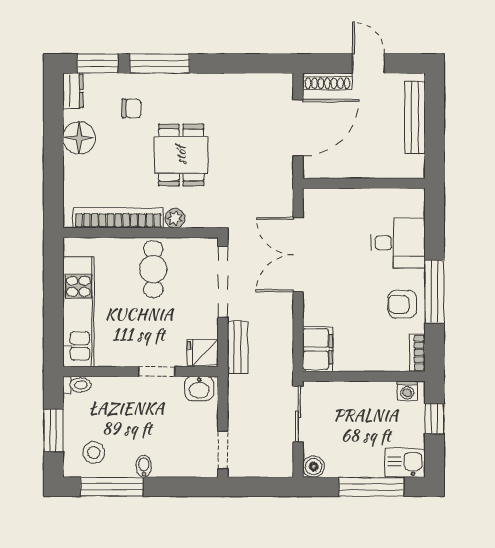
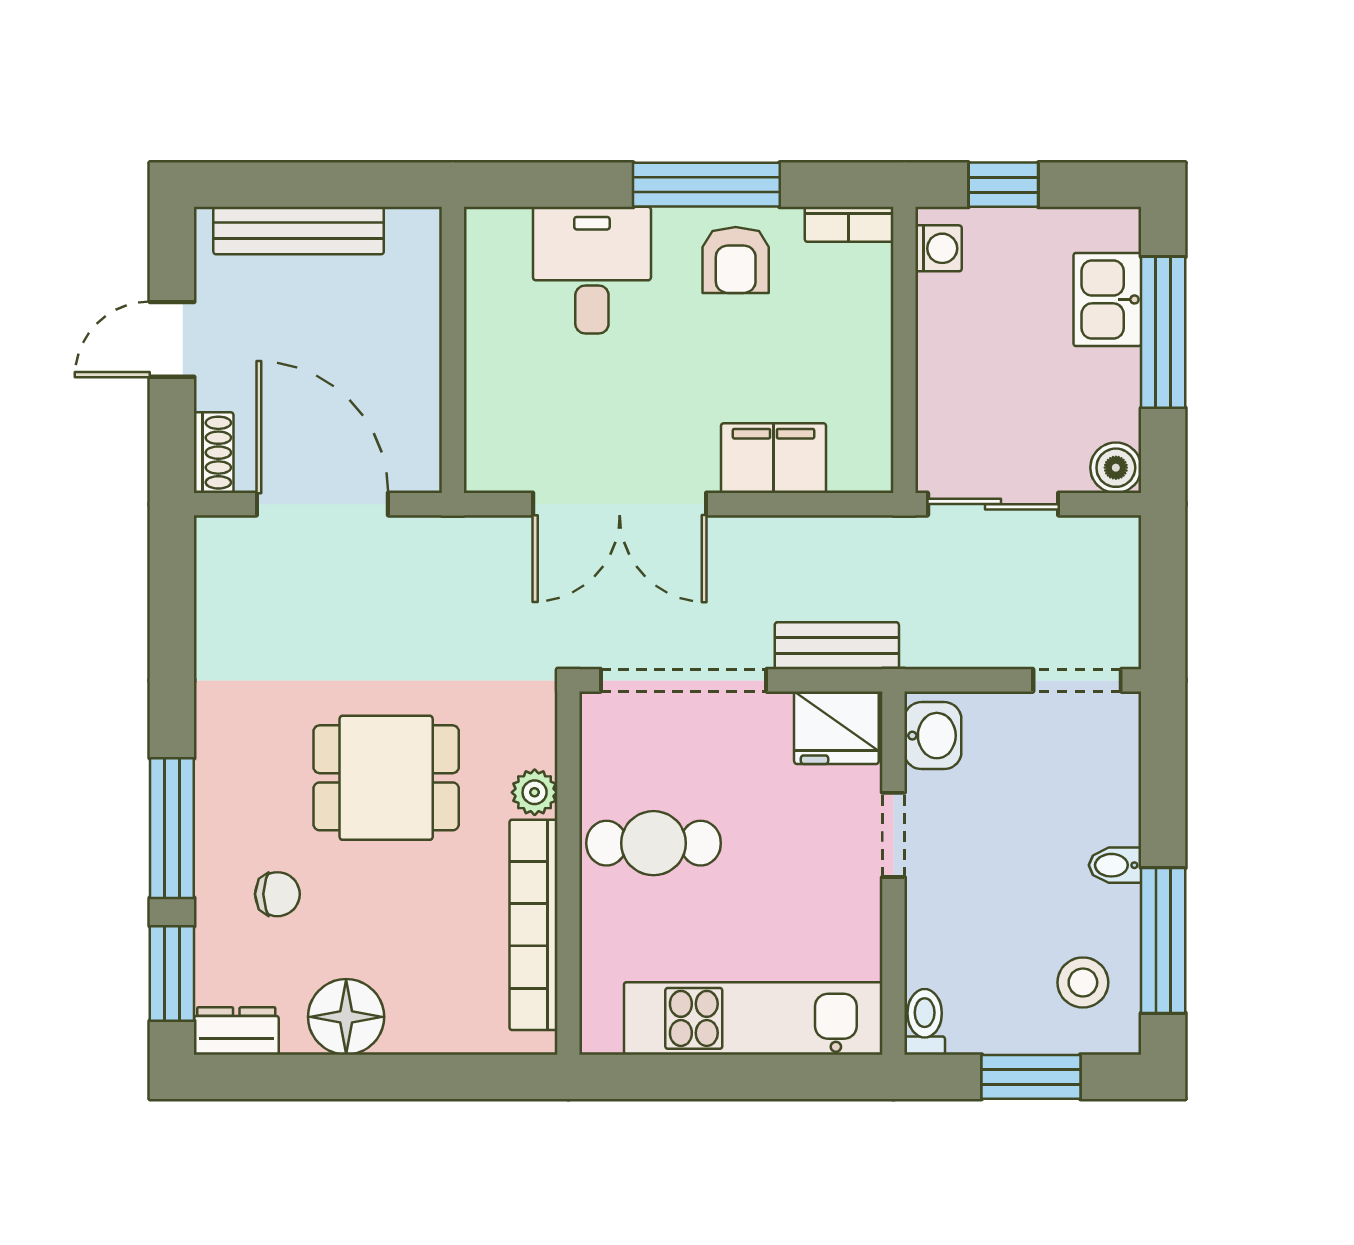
shoe rack: (327, 81) -> (214, 453), width x0.70
chair: (131, 108) -> (277, 894), turned 90
filing cabinet: (318, 349) -> (774, 458), moved
fridge: (203, 352) -> (836, 728), width x1.38
kitchen sink: (405, 463) -> (1107, 299), moved

